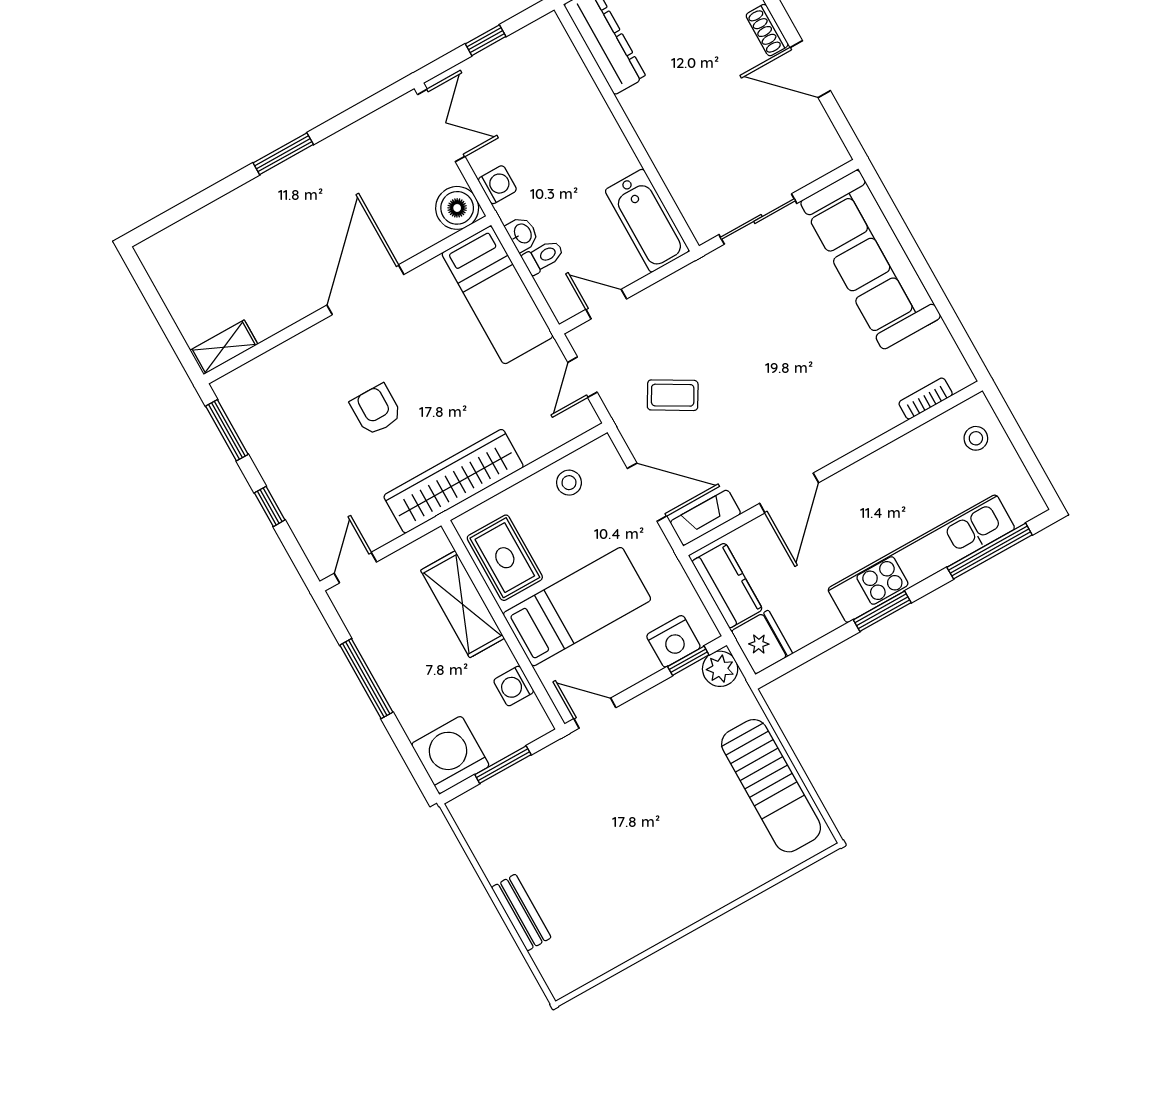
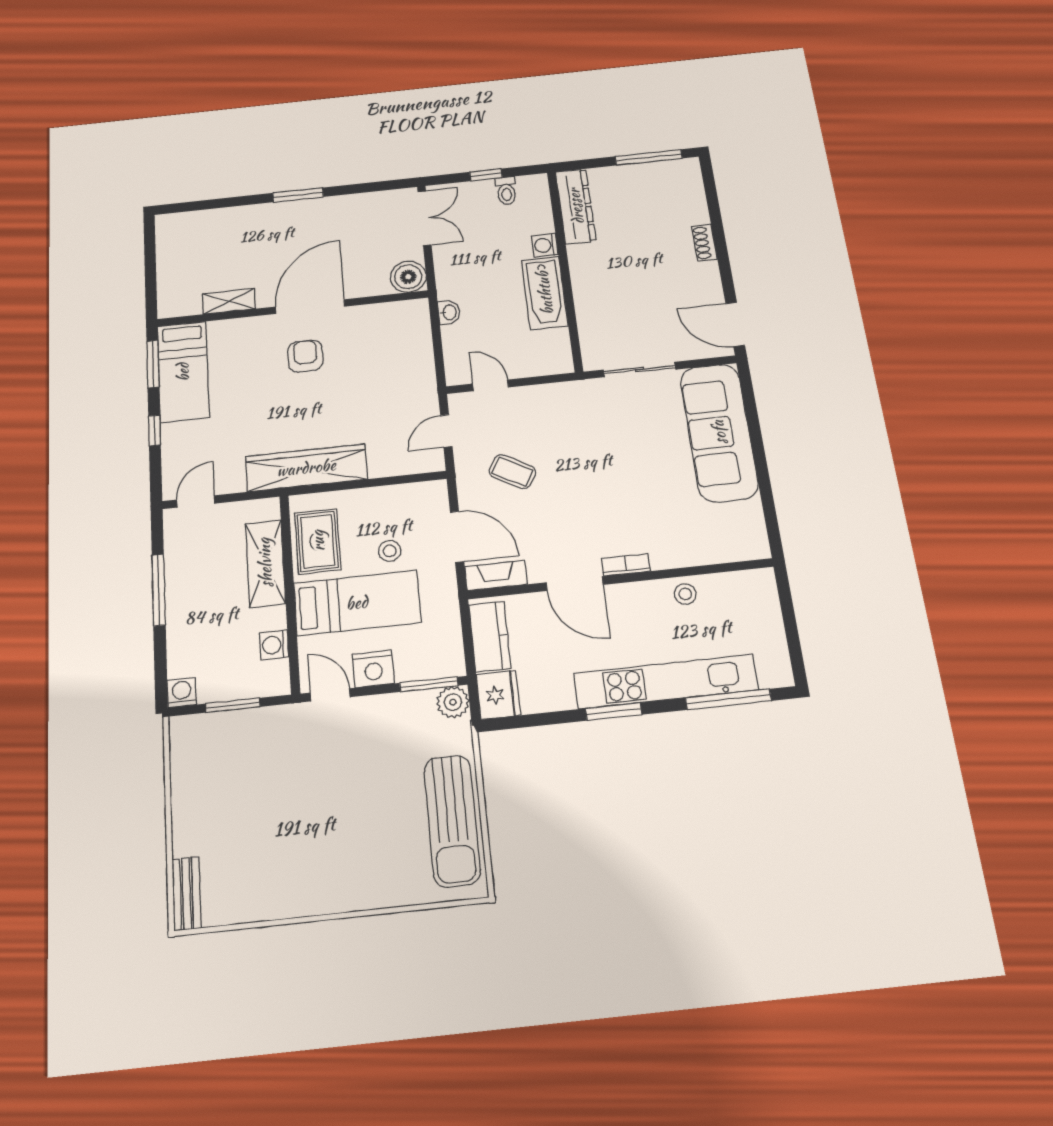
door: (810, 69) -> (735, 324), moved
washing machine: (497, 185) -> (545, 245), moved, turned 180
bathtub: (647, 221) -> (545, 293), moved
toilet: (543, 257) -> (506, 191), moved, turned 90
bed: (497, 295) -> (183, 372), moved
shelving: (224, 347) -> (229, 301), moved
bookcase: (926, 399) -> (626, 565), moved
armchair: (376, 410) -> (305, 356), moved
stool: (976, 438) -> (685, 594), moved
stool: (569, 483) -> (390, 551), moved
door: (789, 493) -> (575, 584), hinge flipped
nightstand: (673, 641) -> (373, 669), moved
window: (688, 661) -> (429, 684), width x1.50
washing machine: (450, 755) -> (182, 692), width x0.53, depth x0.53
bench: (521, 913) -> (186, 894), moved

